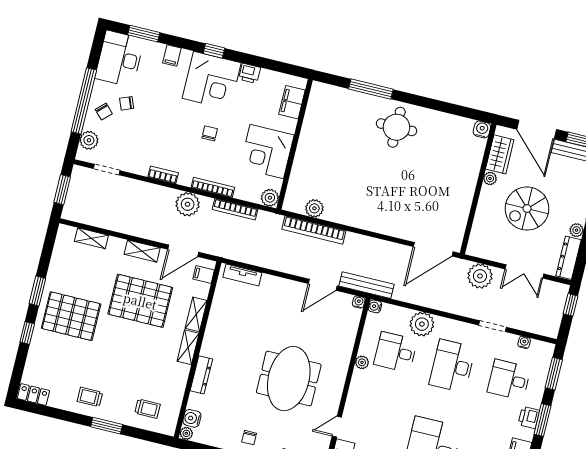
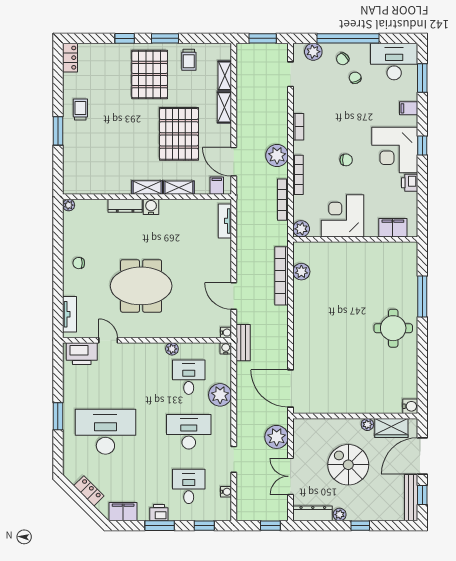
shelving: (142, 251) -> (224, 107), moved
bench: (366, 285) -> (243, 343), width x0.73
window: (554, 374) -> (204, 526), width x0.67
trolley: (147, 409) -> (189, 60), moved
water cooler: (192, 418) -> (151, 207), moved

